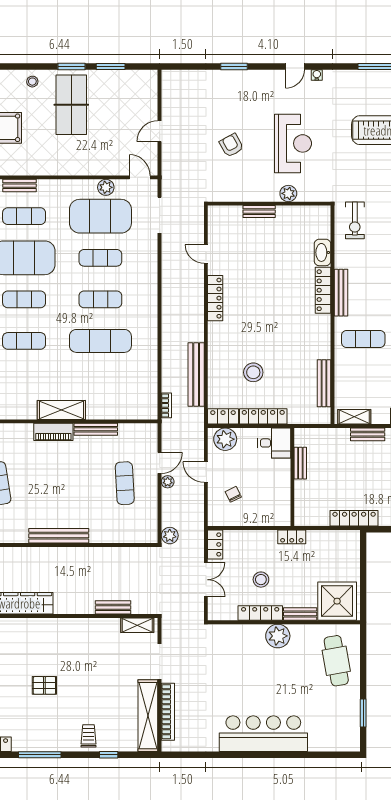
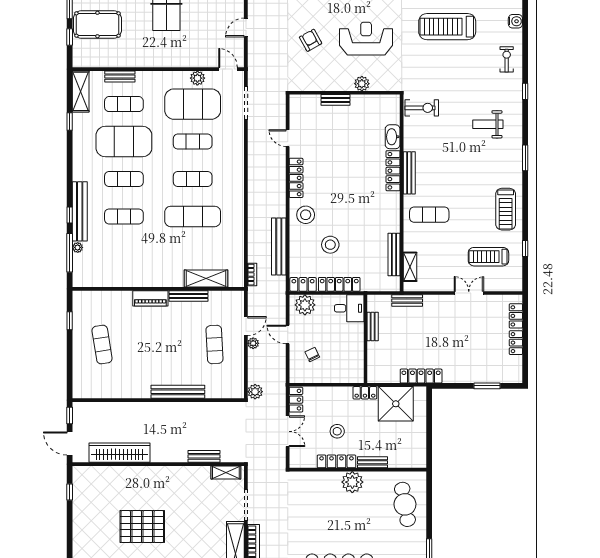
reception desk: (293, 143) -> (366, 39), turned -90
exercise bike: (355, 220) -> (422, 108), turned -90
stool: (226, 339) -> (306, 215), added
shelving: (61, 410) -> (206, 279), moved
shelving: (354, 417) -> (410, 267), moved, turned 90
bench: (368, 434) -> (407, 301), moved
bench: (59, 536) -> (178, 392), moved
shower: (337, 601) -> (396, 404), moved
pallet: (44, 685) -> (142, 527), width x2.05, depth x2.00

